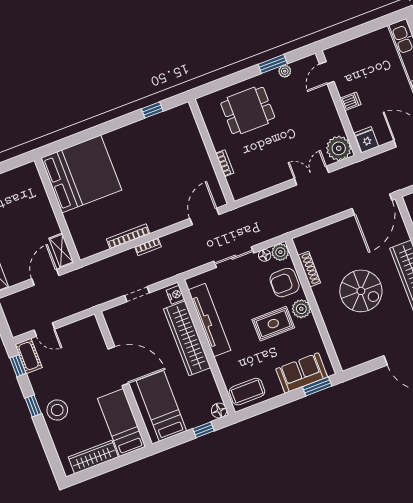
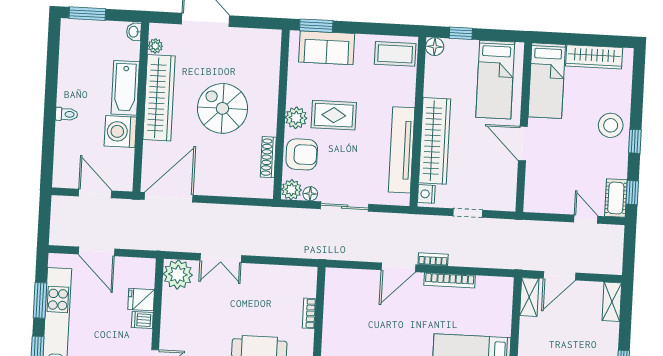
fridge: (367, 140) -> (141, 300), moved, turned 90
door: (204, 216) -> (398, 267), moved
door: (118, 366) -> (523, 144), width x0.73

